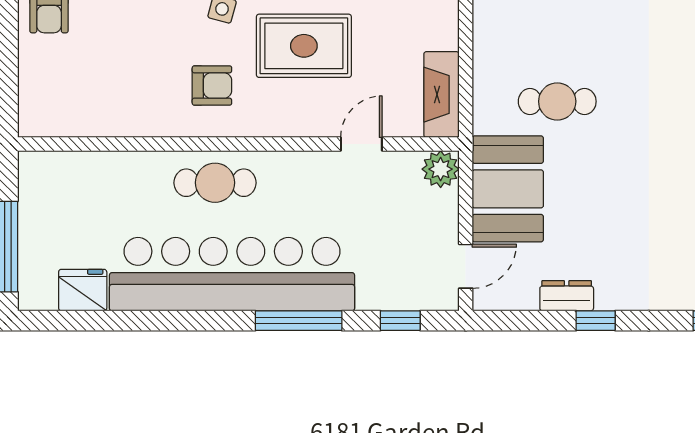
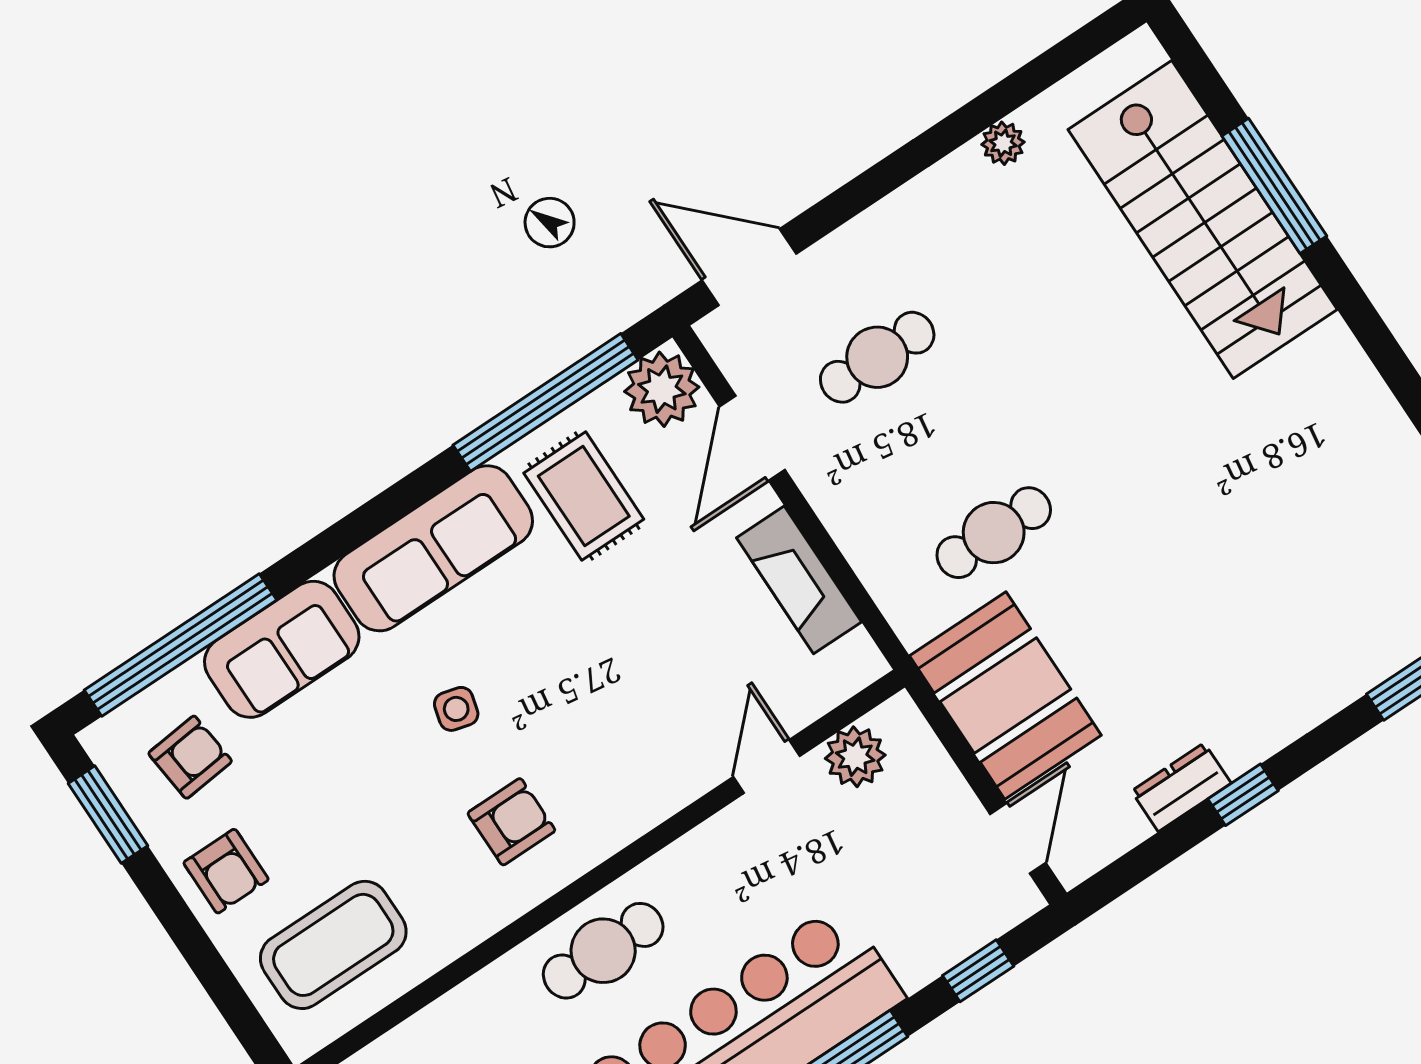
rug: (304, 46) -> (600, 685), removed
coffee table: (79, 88) -> (333, 945), added
fireplace: (441, 95) -> (799, 580), moved
plant: (441, 169) -> (855, 757), moved

